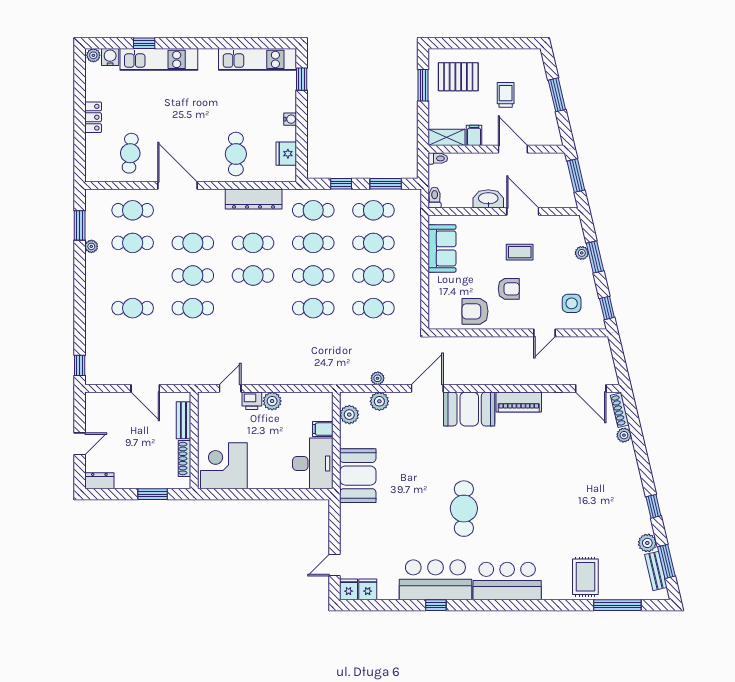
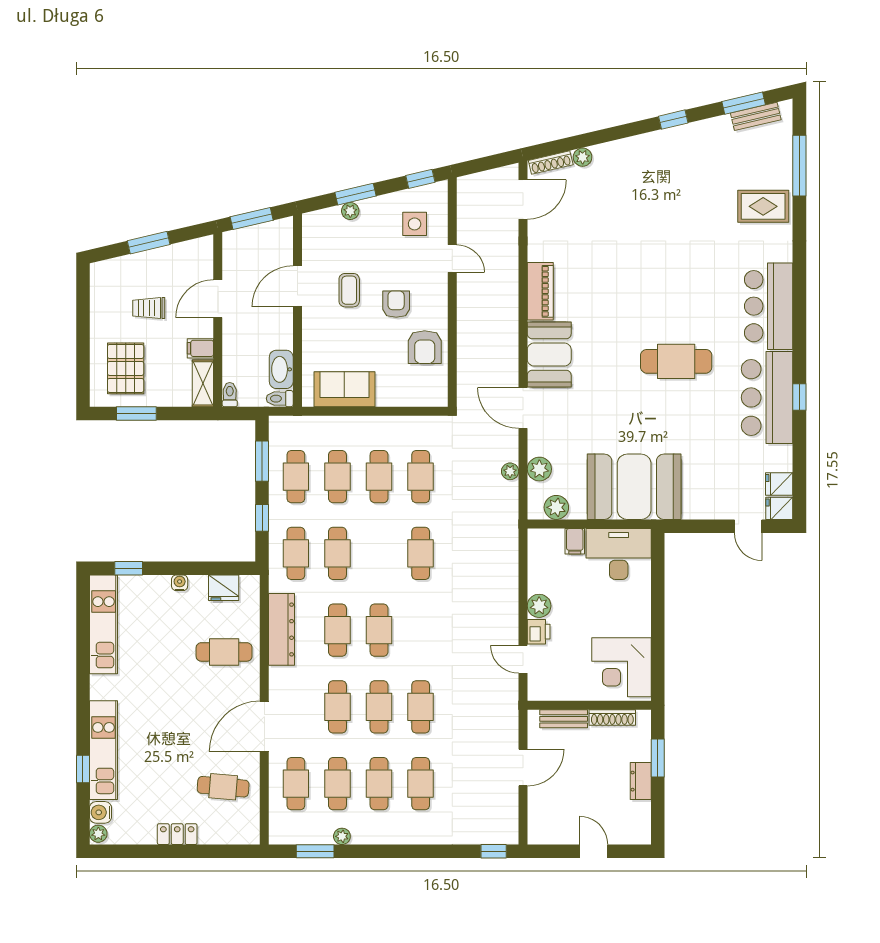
washbasin: (488, 199) -> (281, 369), moved
cafe table: (313, 276) -> (379, 784), moved
booth: (358, 476) -> (634, 487), width x1.36, depth x1.42
dresser: (99, 481) -> (641, 781), moved
plant: (647, 543) -> (720, 127), removed

